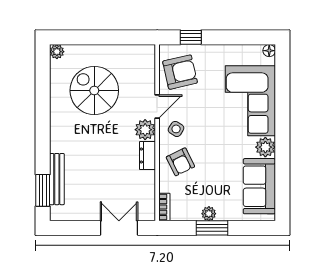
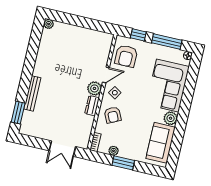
window: (234, 37) -> (167, 42), added
armchair: (180, 72) -> (126, 56), turned 103
spiral stairs: (94, 91) -> (67, 55), removed
bench: (57, 179) -> (32, 93), moved
plant: (209, 214) -> (114, 151), moved
double door: (119, 228) -> (62, 149), swing flipped

